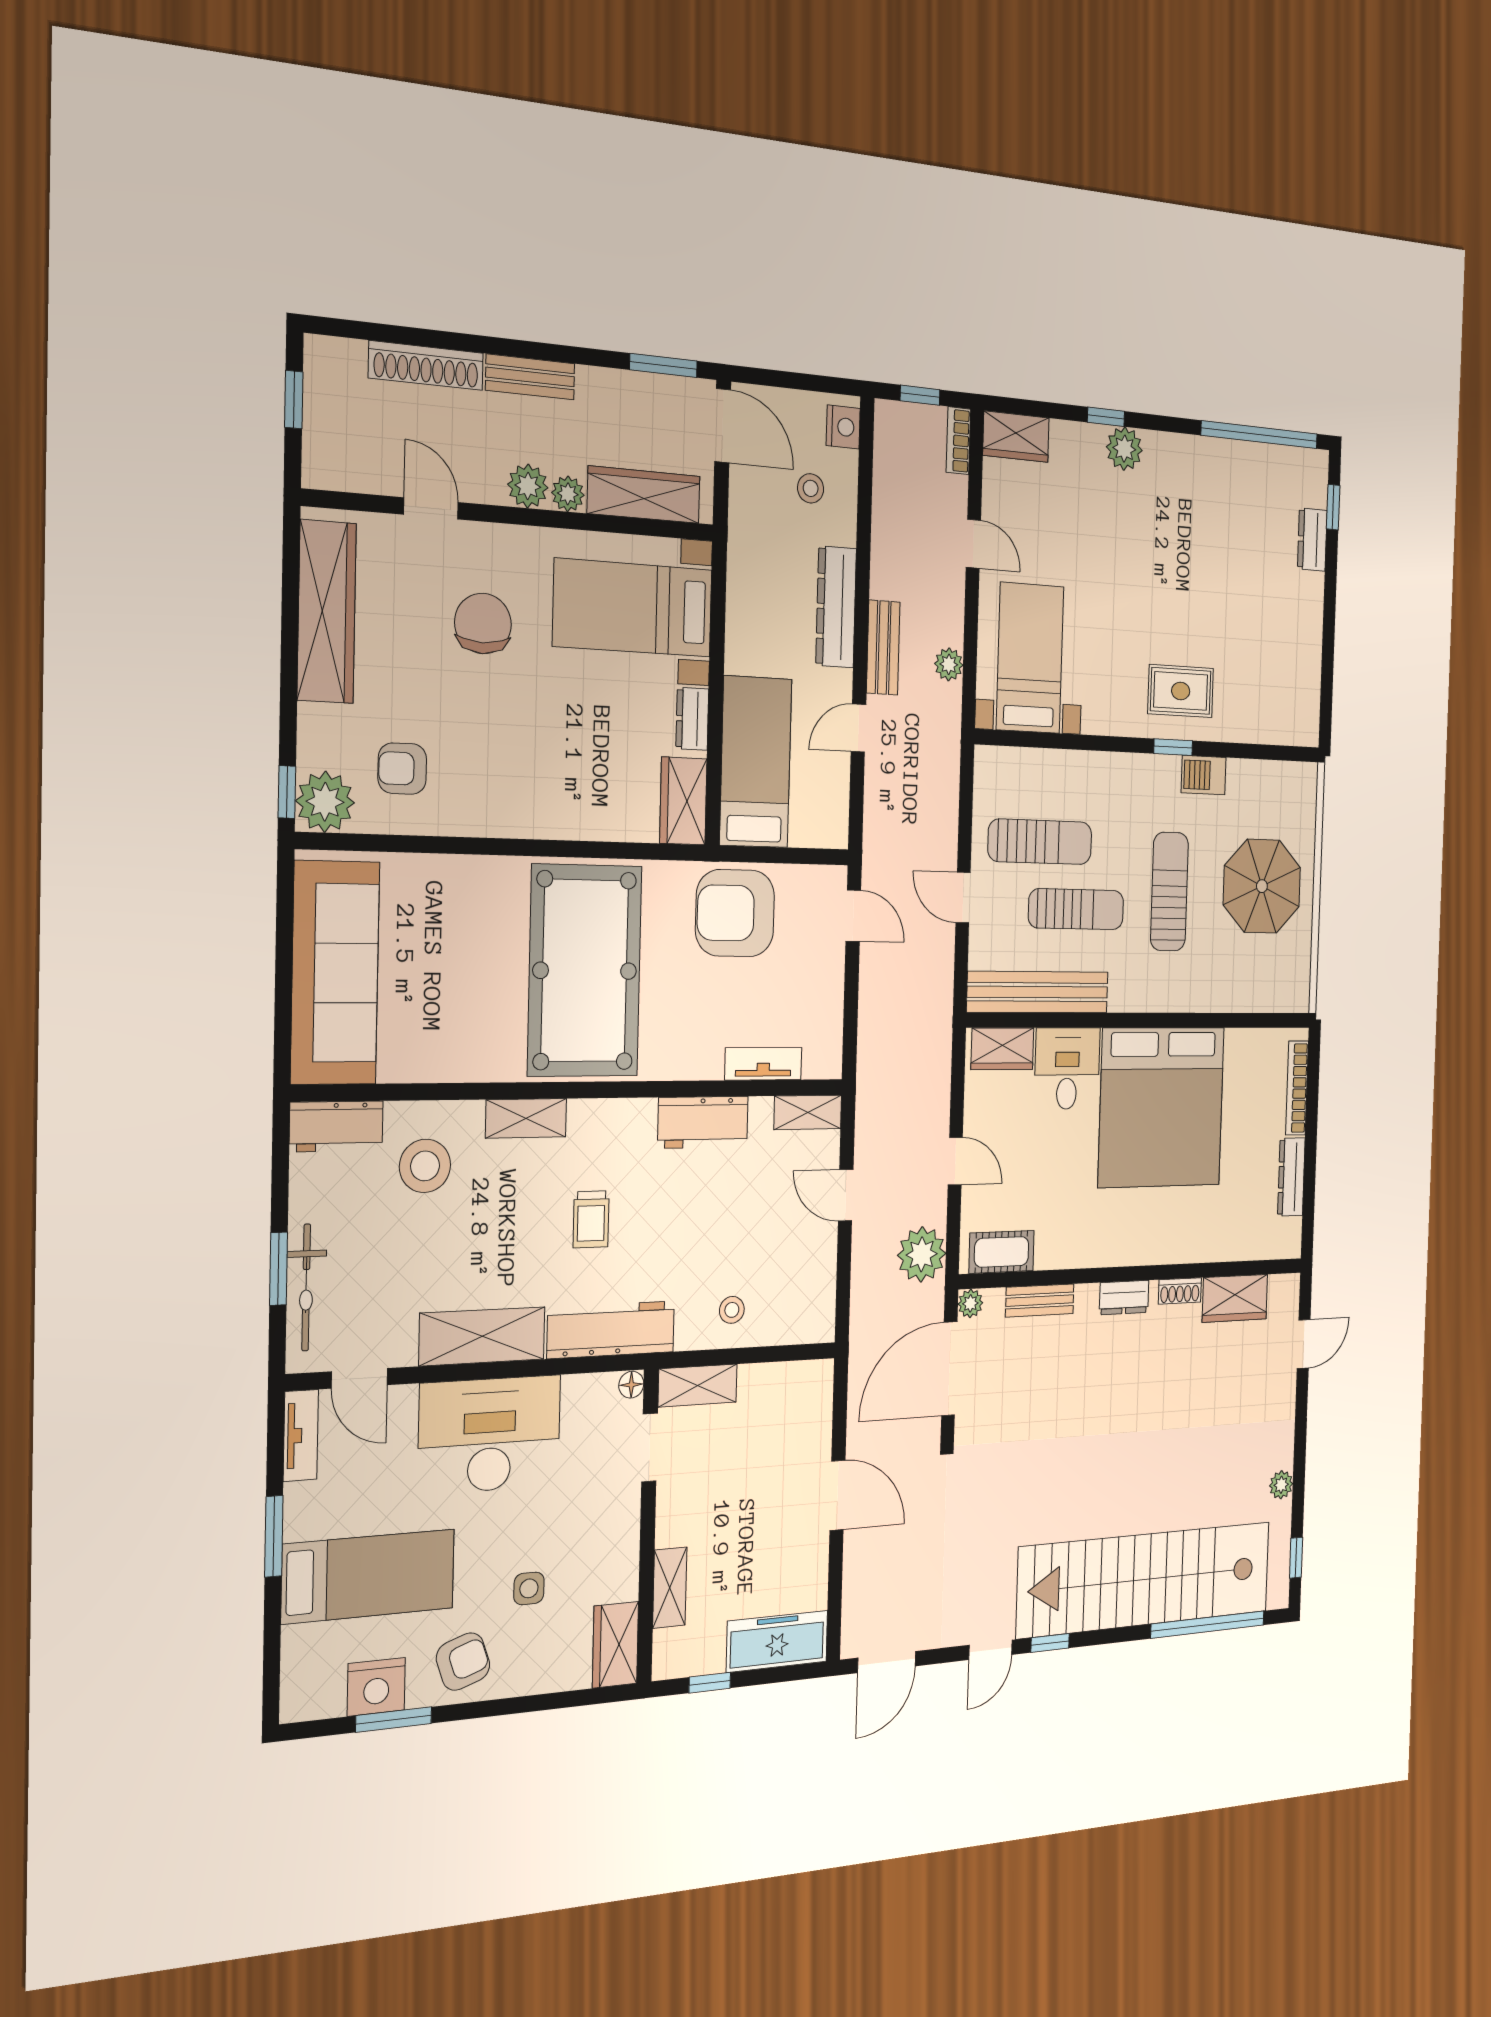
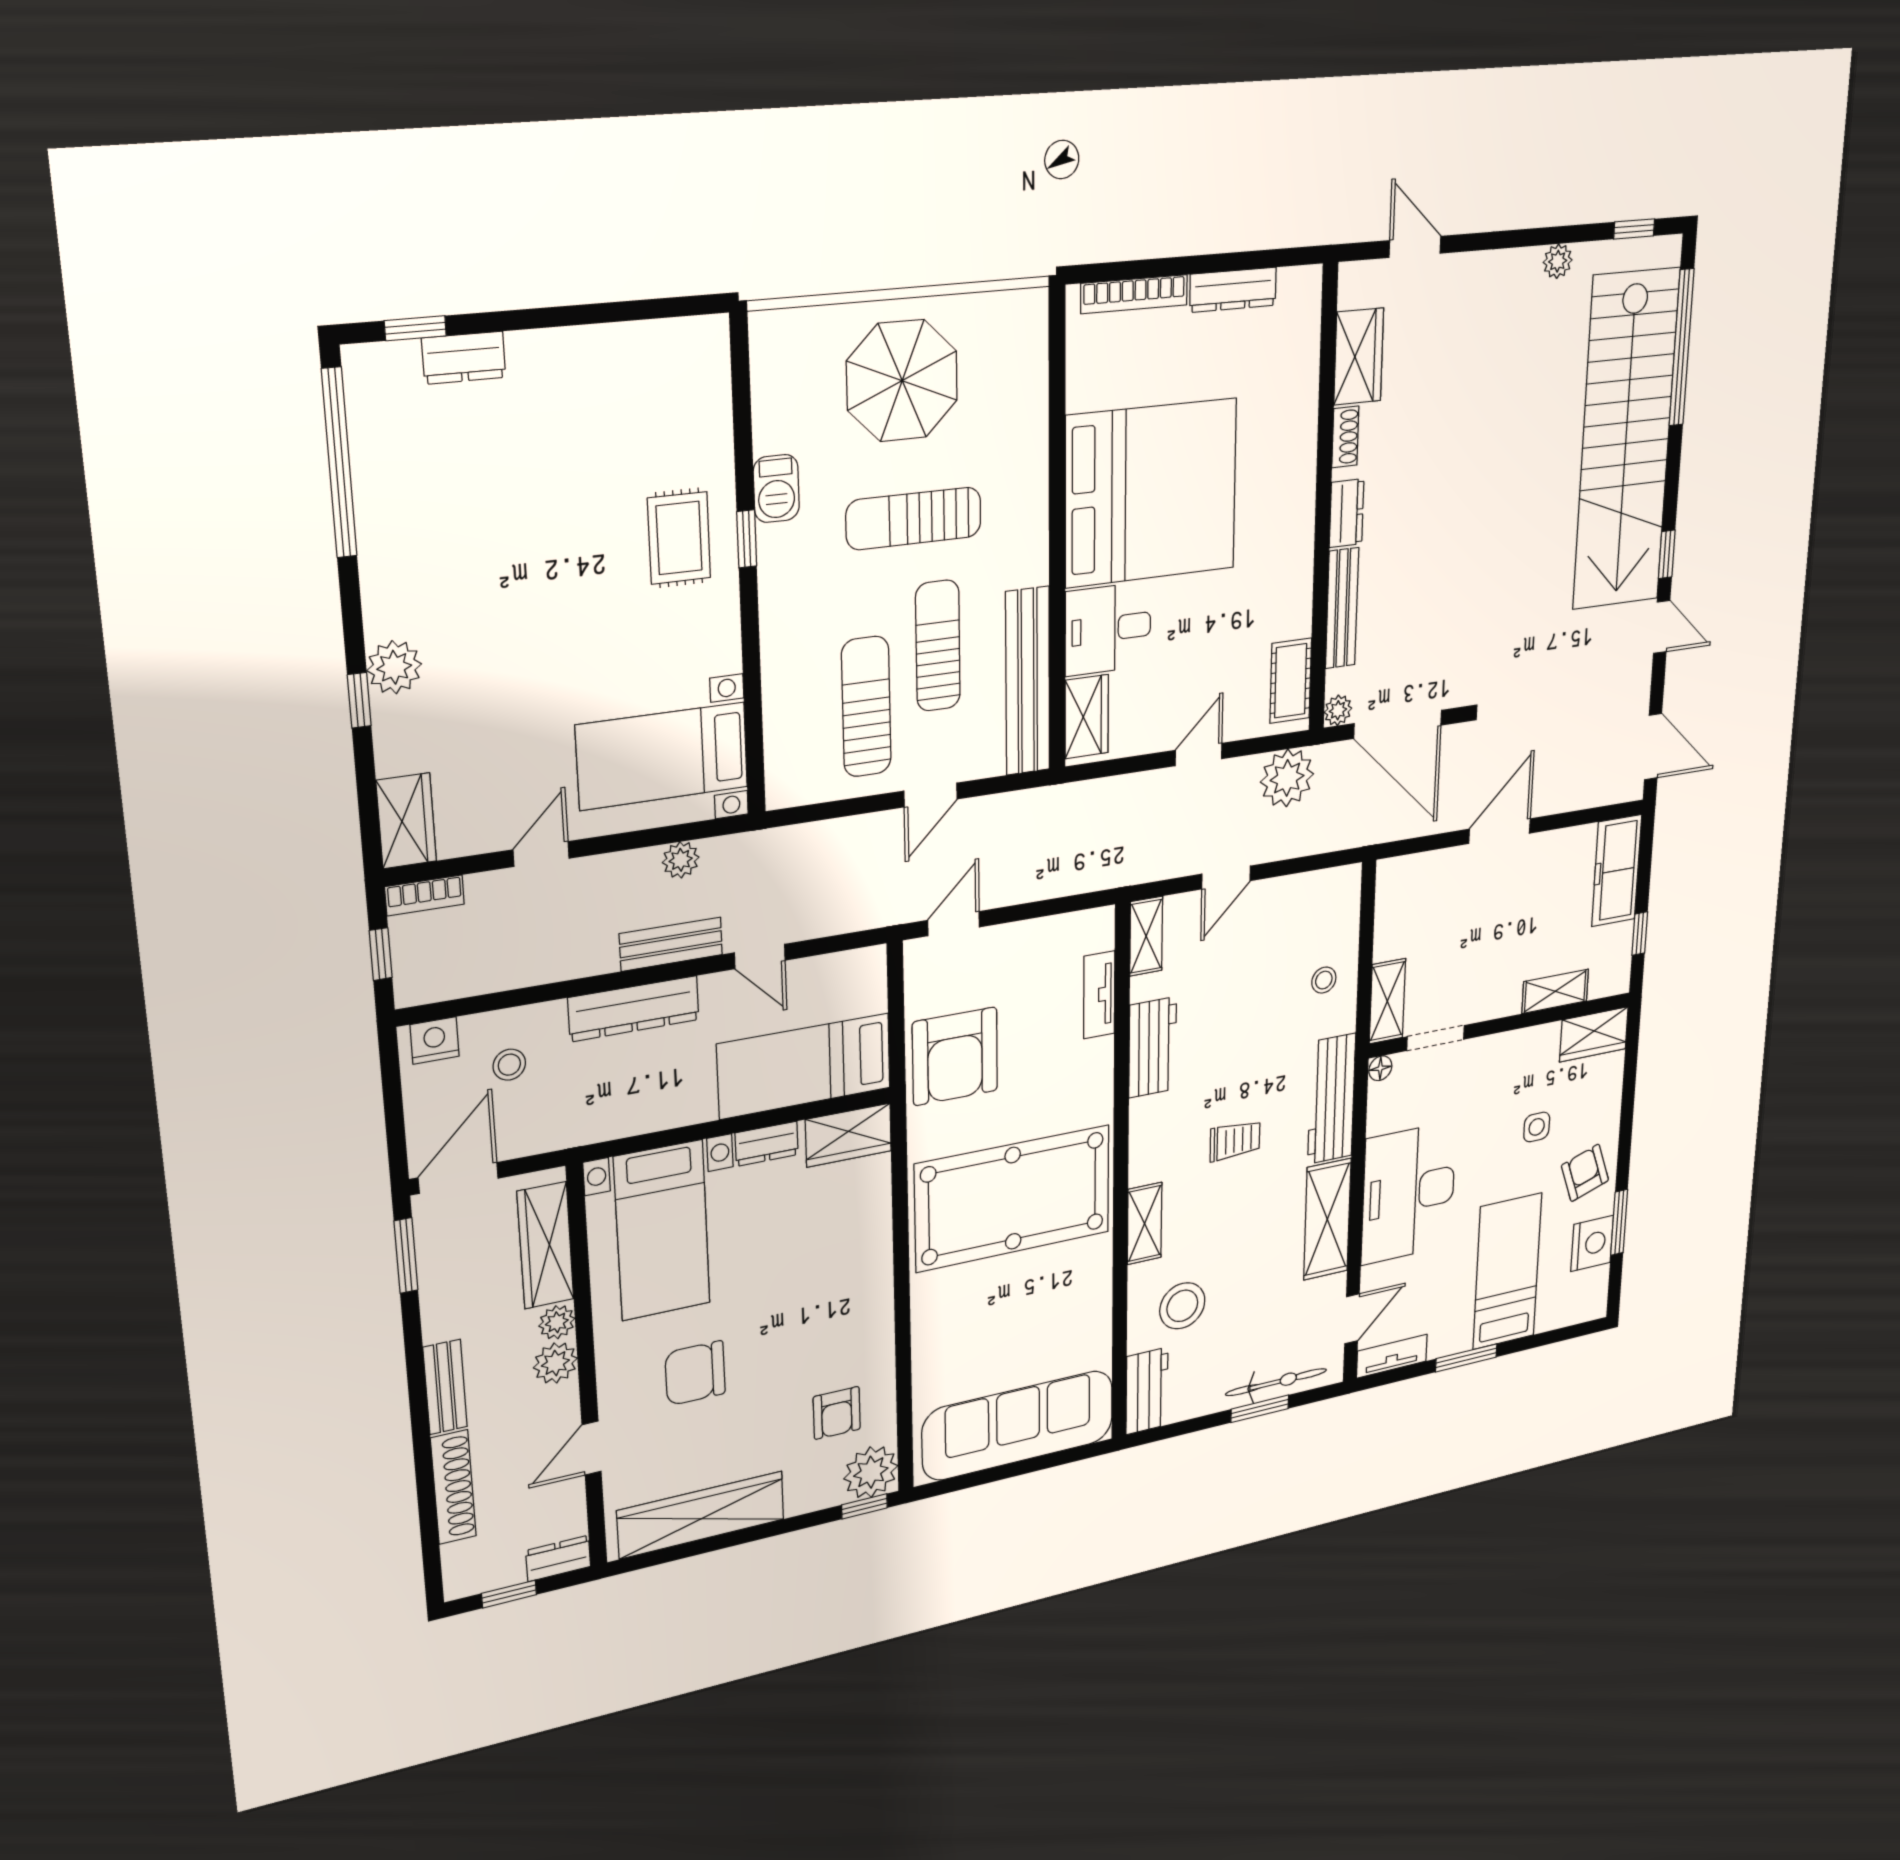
dresser: (319, 456) -> (558, 1558), added
bench: (1040, 1301) -> (1342, 608), width x1.36

